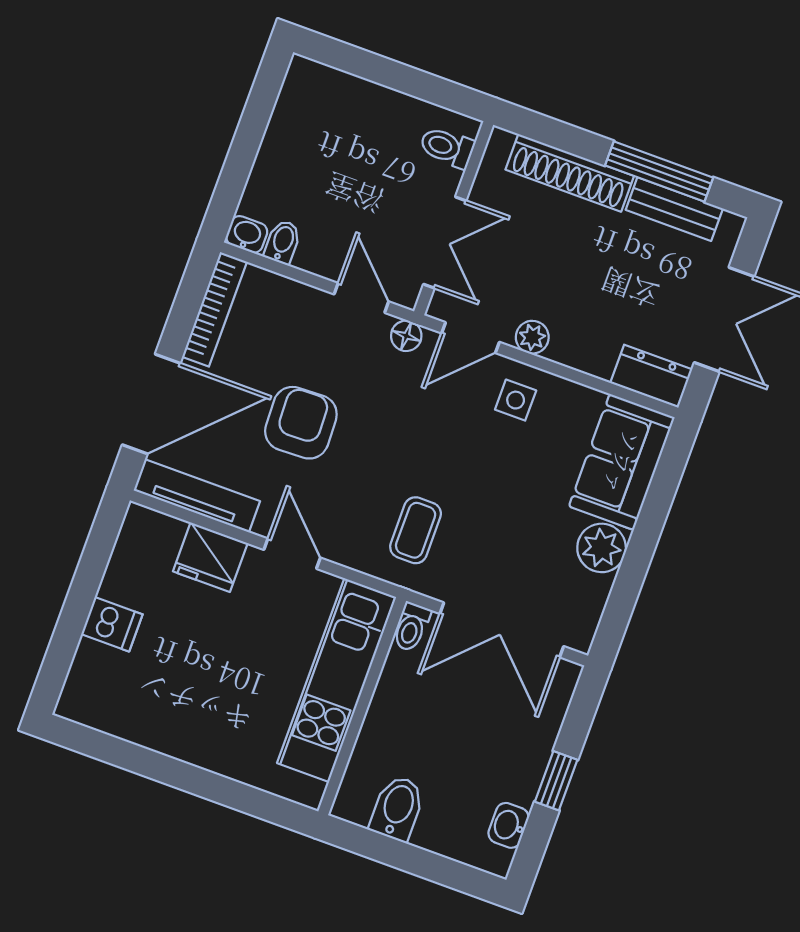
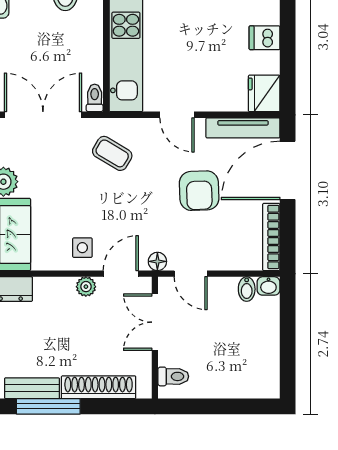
coffee table: (416, 530) -> (112, 153), turned -59
fridge: (210, 557) -> (264, 93), moved, turned -90

